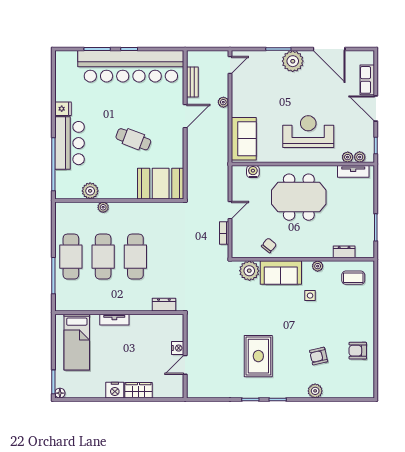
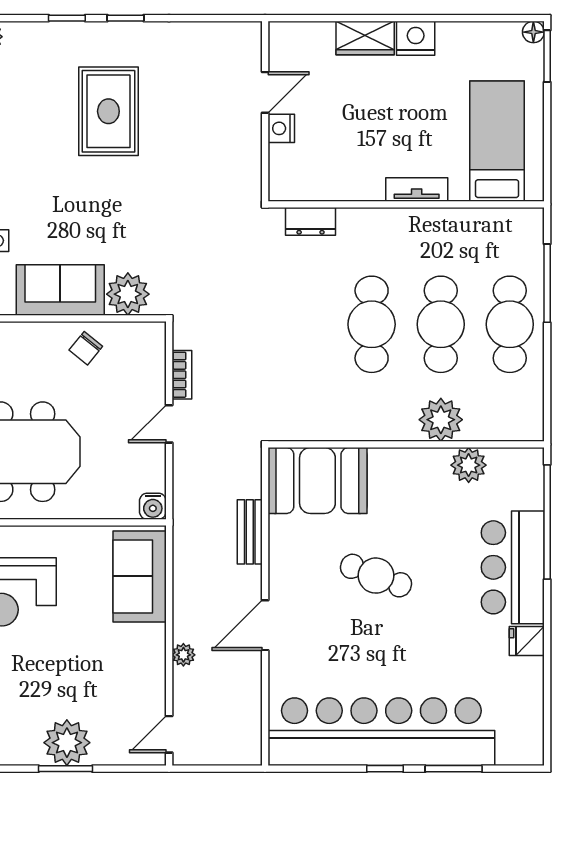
plant: (293, 61) -> (67, 743), moved
bench: (192, 82) -> (250, 532), moved
water cooler: (253, 172) -> (153, 506), moved
plant: (103, 207) -> (441, 420), width x1.88, depth x1.88

